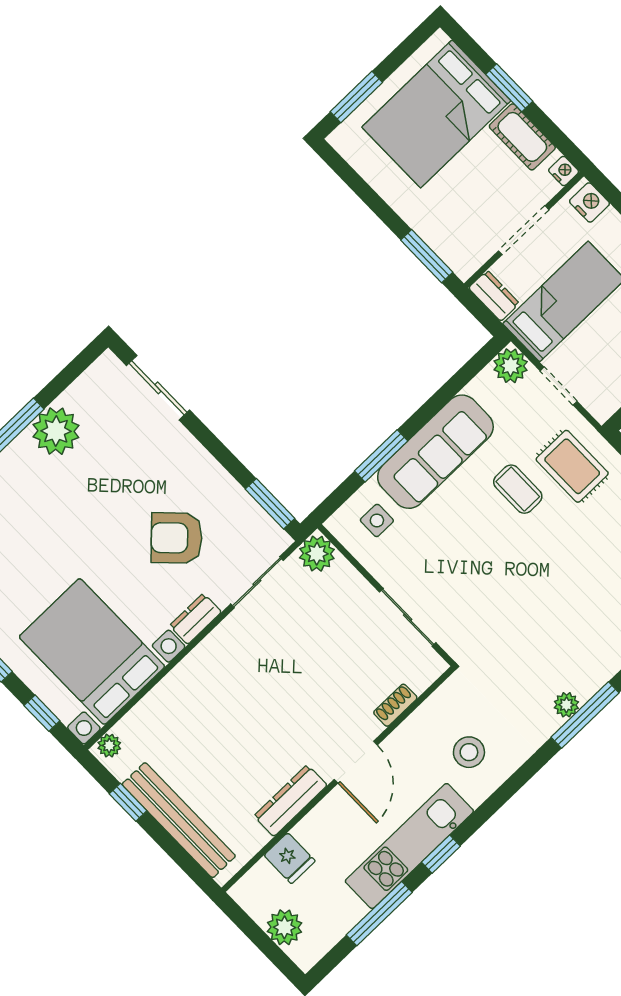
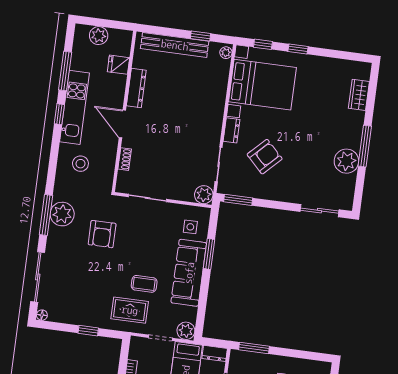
armchair: (522, 617) -> (102, 234), added
plant: (566, 705) -> (62, 214), width x1.87, depth x1.87

